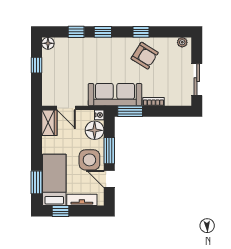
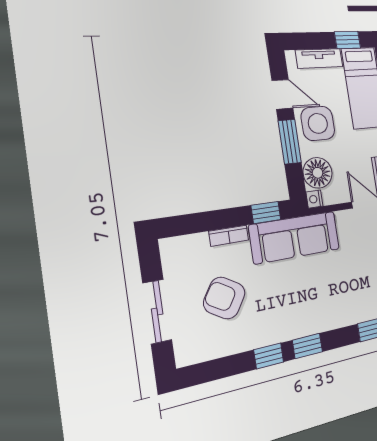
window: (103, 32) -> (307, 346), moved
plant: (182, 42) -> (192, 355), removed
armchair: (145, 56) -> (224, 298), moved
sliding door: (197, 80) -> (157, 312), moved
window: (130, 111) -> (266, 212), width x0.67

